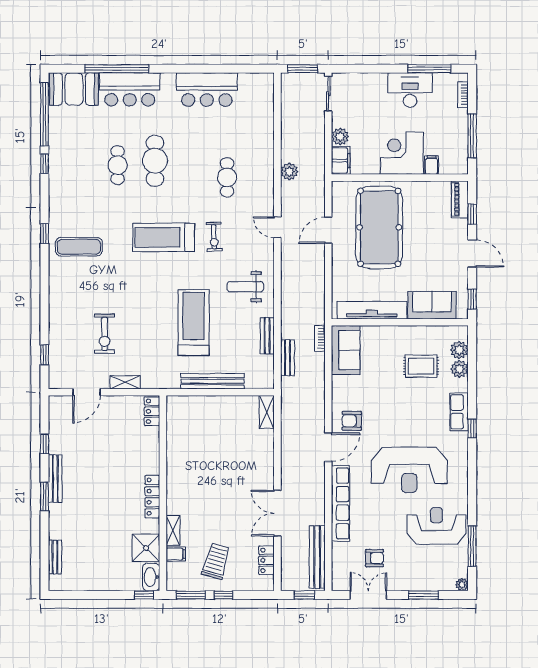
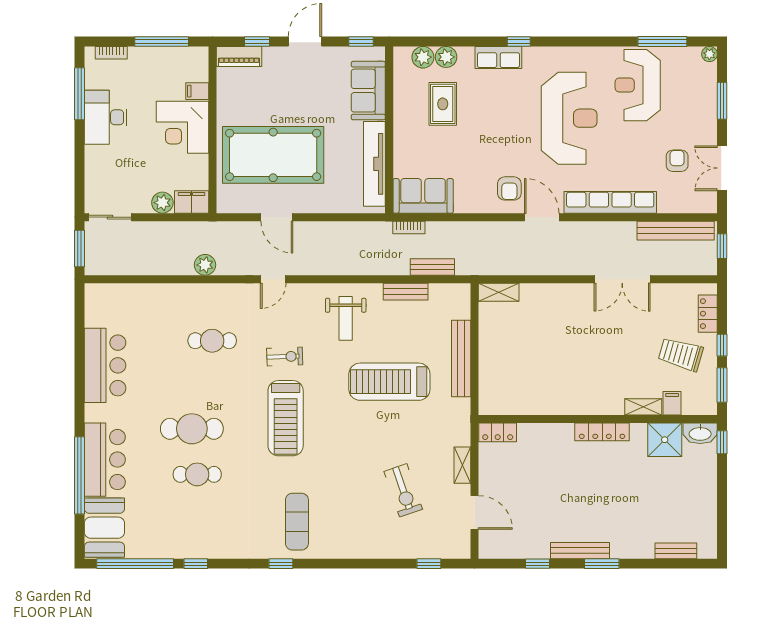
exercise bike: (105, 334) -> (403, 490), turned 71
locker: (266, 560) -> (708, 314), moved, turned 90

